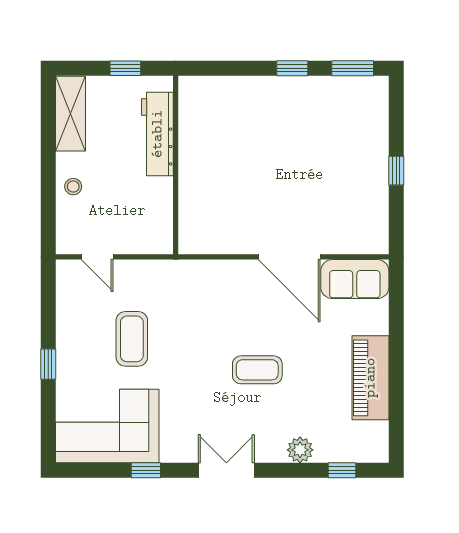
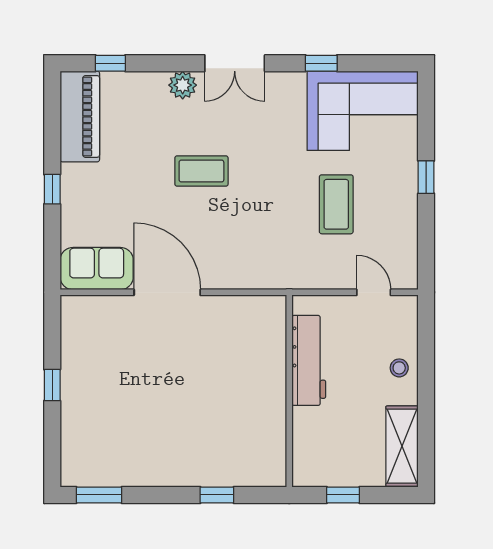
window: (292, 68) -> (217, 495), moved
workbench: (157, 134) -> (309, 360), moved
window: (396, 353) -> (52, 189), added
piano: (370, 378) -> (80, 116), moved
plant: (300, 450) -> (183, 85), moved

